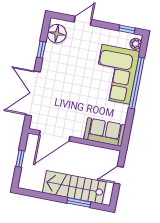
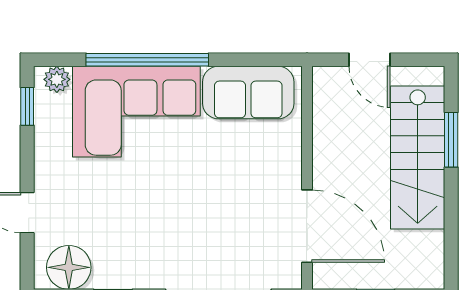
sofa: (105, 132) -> (248, 93), moved, turned -90

